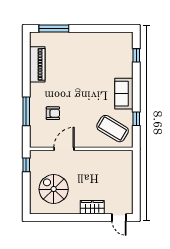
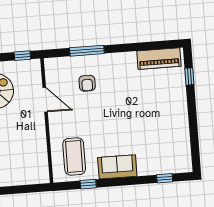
window: (54, 28) -> (189, 76), width x0.46
piano: (37, 64) -> (159, 59), moved
coffee table: (113, 129) -> (74, 156), turned -31

